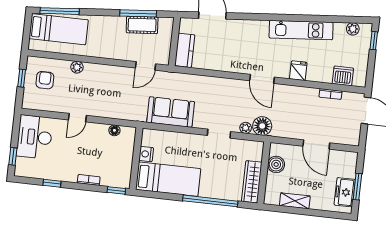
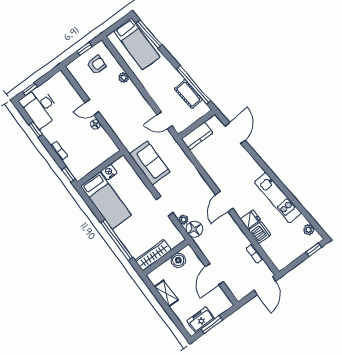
window: (138, 13) -> (193, 85), width x1.46
dishwasher: (343, 76) -> (260, 233), moved
floor lamp: (114, 130) -> (95, 124), moved
desk: (35, 137) -> (40, 107), moved, turned -90

